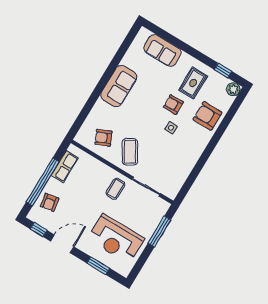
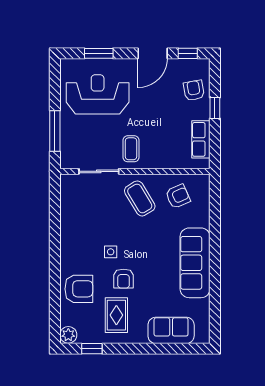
sofa: (119, 86) -> (195, 263), width x1.36
armchair: (173, 105) -> (124, 279), turned 91
window: (43, 182) -> (215, 108), width x0.32

